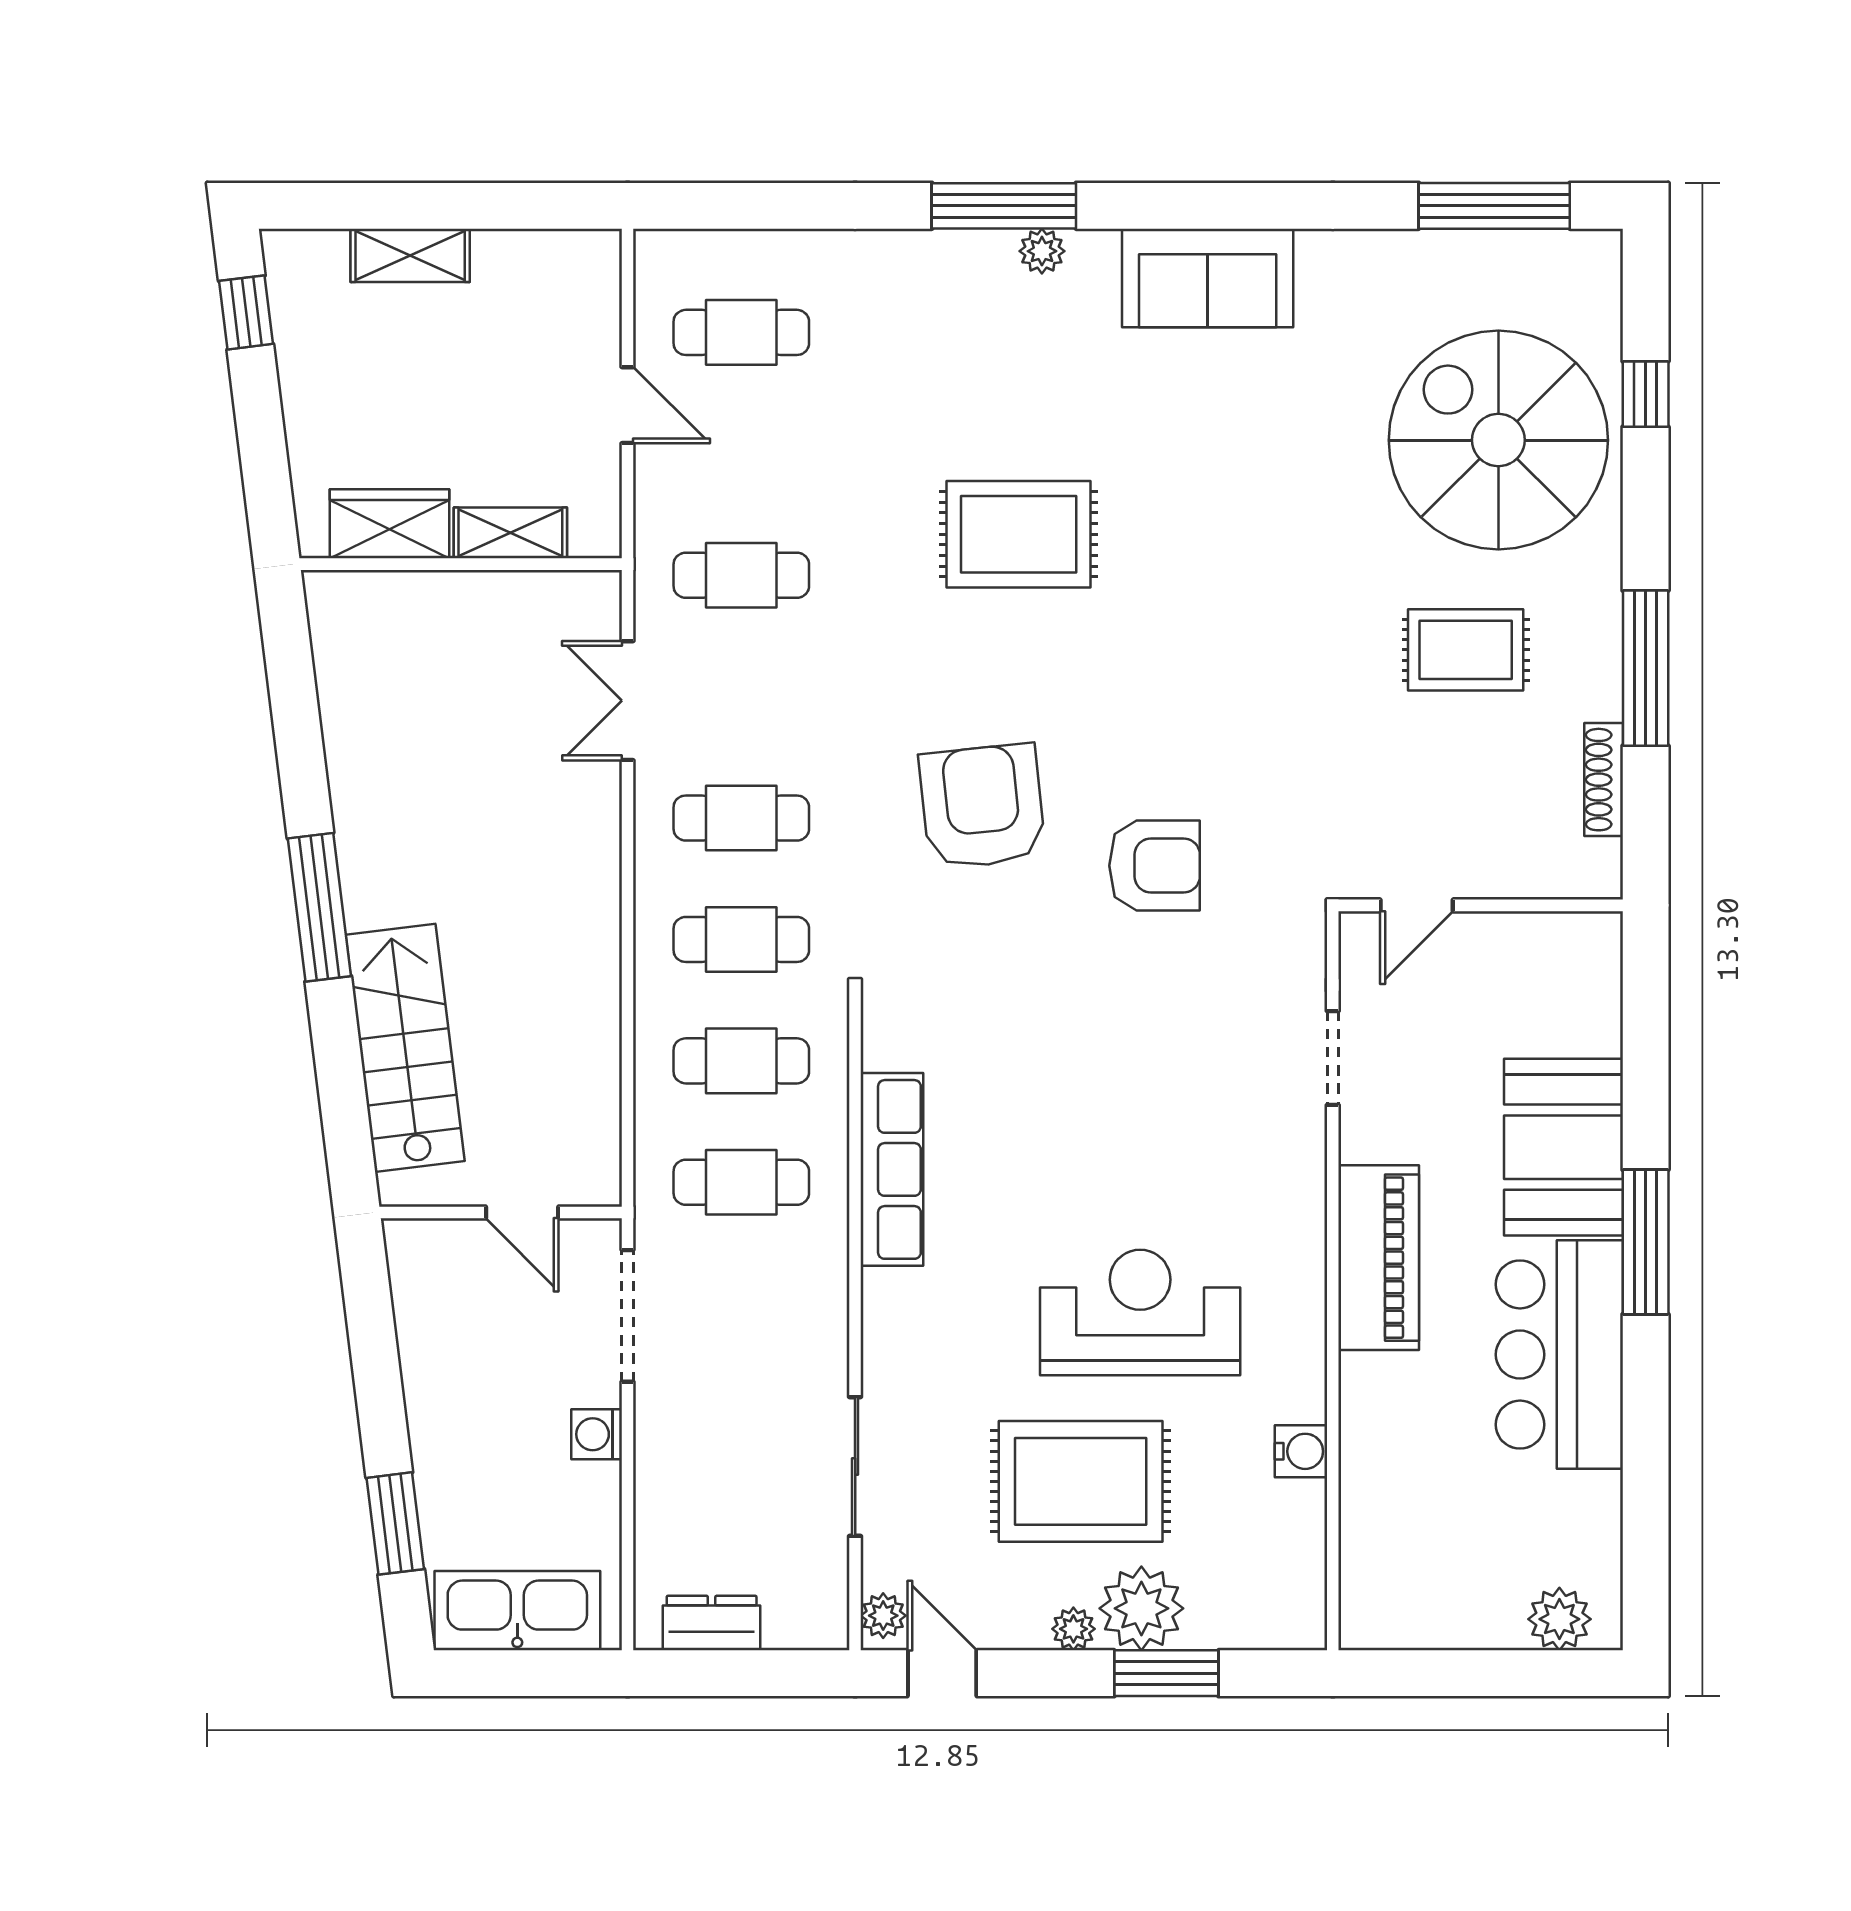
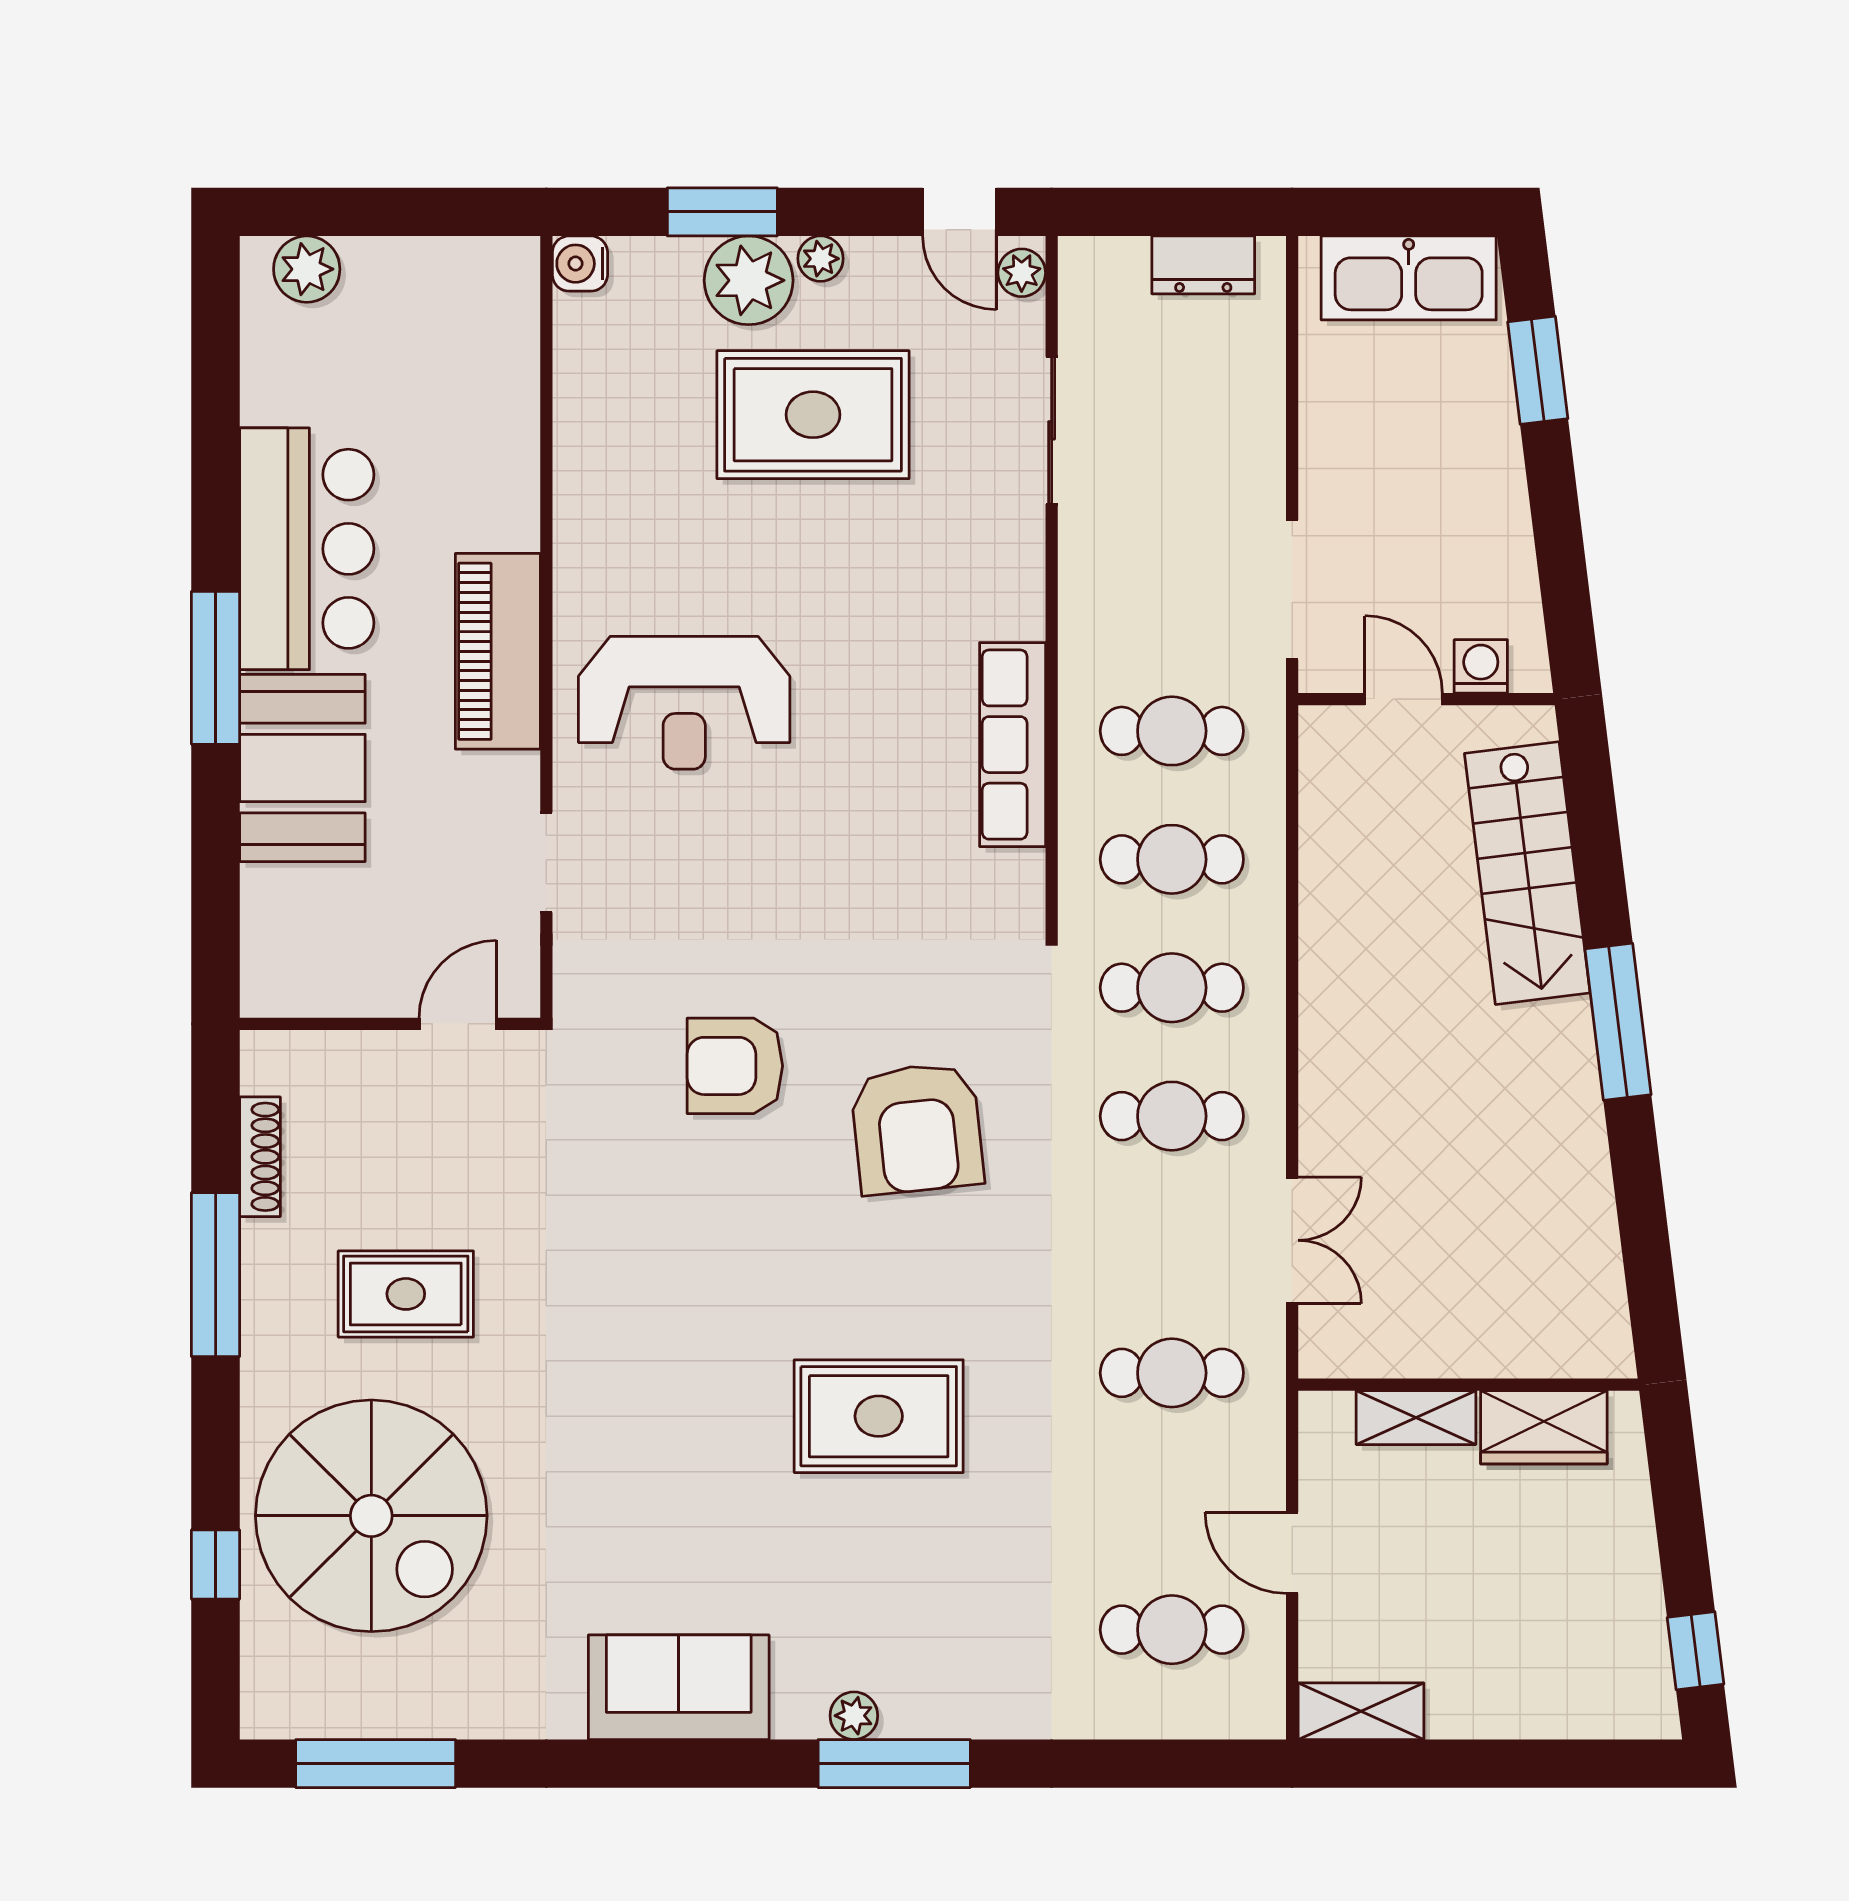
shelving: (410, 255) -> (1361, 1711), moved
reception desk: (1140, 1312) -> (684, 703), moved
washing machine: (597, 1434) -> (1481, 666), moved, turned -90
water cooler: (1301, 1451) -> (580, 264), moved

